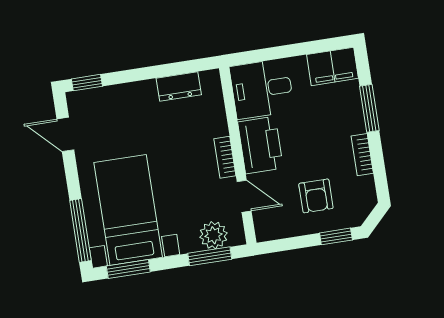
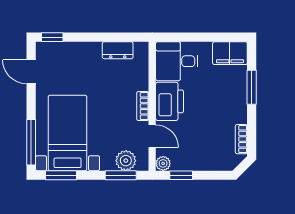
bookcase: (362, 155) -> (241, 139), moved
armchair: (316, 196) -> (204, 144), removed
plant: (265, 231) -> (163, 163), added
window: (336, 236) -> (181, 175), moved

